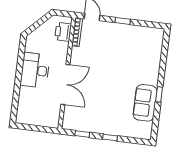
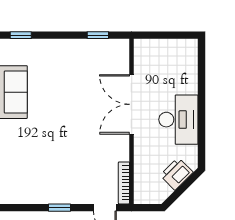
printer: (63, 32) -> (177, 174), moved, turned -135
window: (110, 137) -> (21, 35), moved

